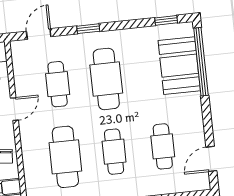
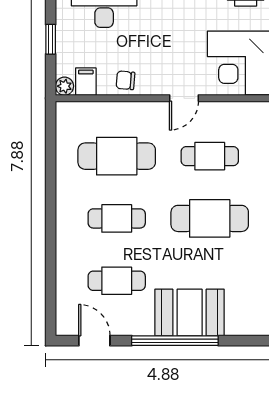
window: (201, 62) -> (175, 341), moved
booth: (179, 66) -> (190, 313), moved
door: (14, 109) -> (184, 98), hinge flipped

